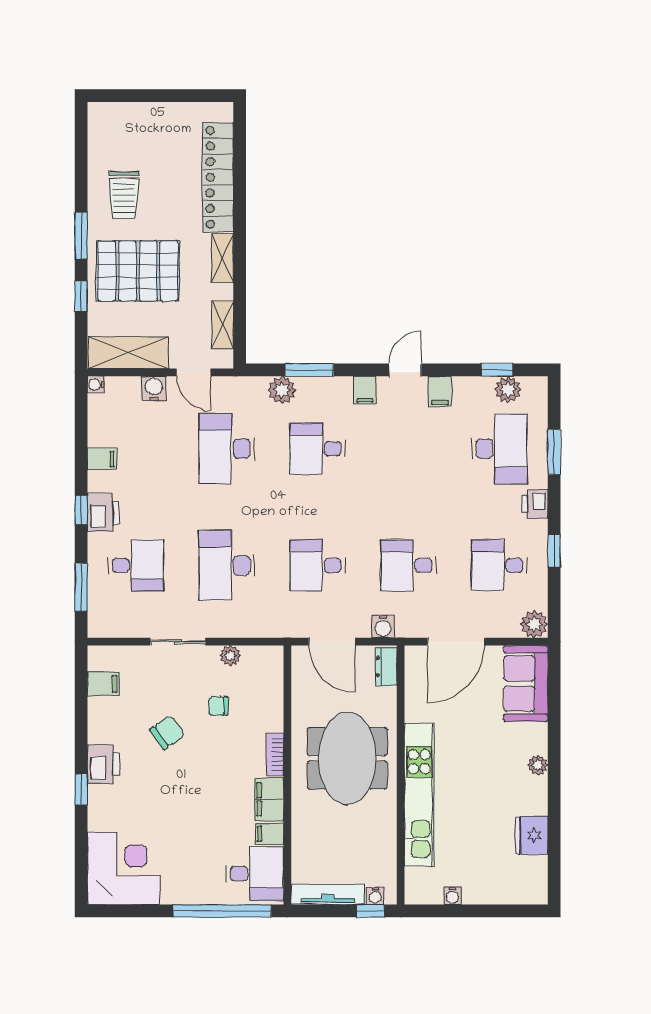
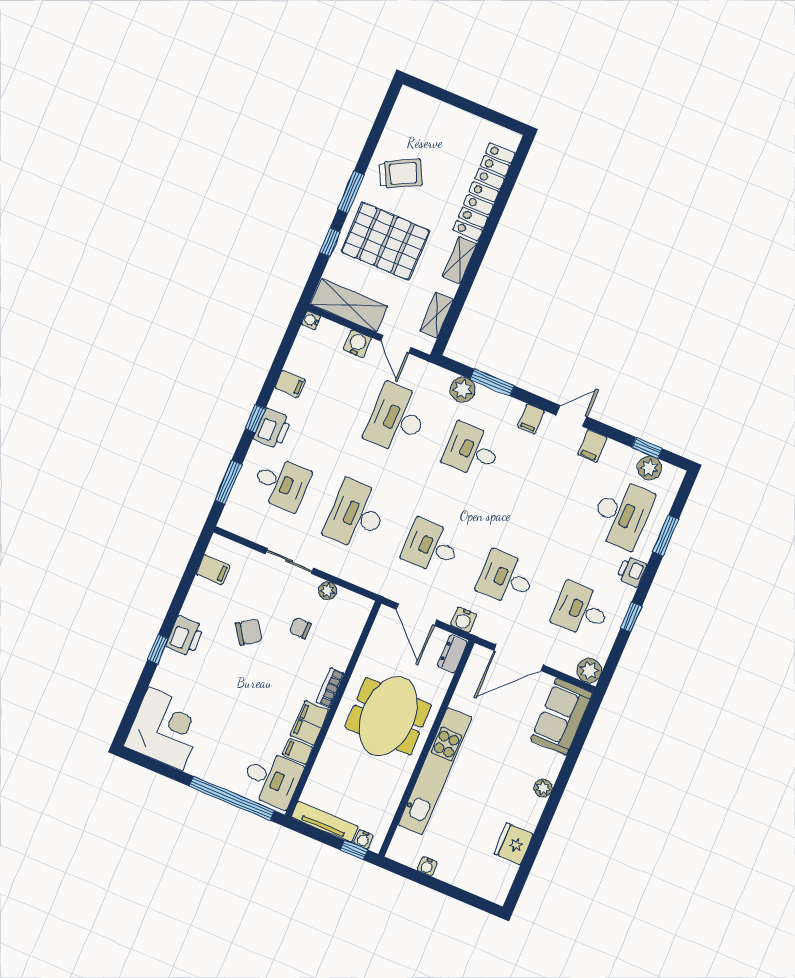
trolley: (124, 195) -> (400, 174), turned -117

